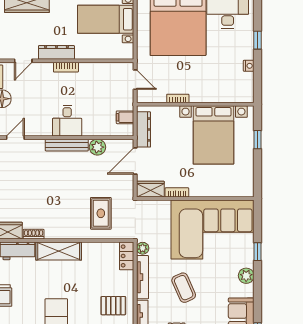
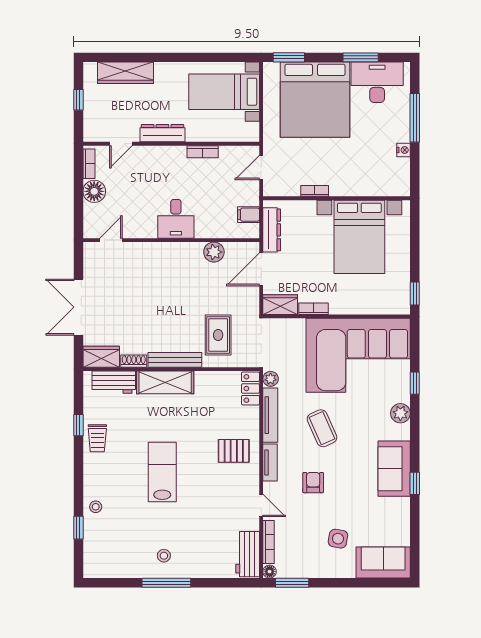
window: (258, 40) -> (415, 118), width x2.17
bookcase: (66, 67) -> (203, 152), moved
door: (135, 80) -> (261, 168), swing flipped
window: (258, 140) -> (415, 293), moved
bench: (67, 145) -> (175, 360), moved

